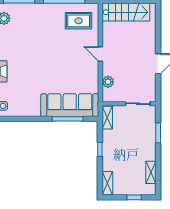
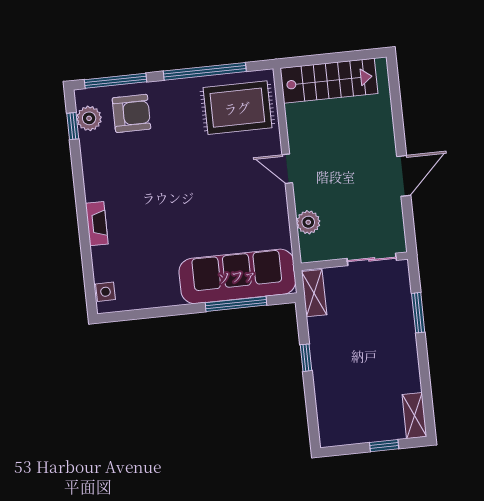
armchair: (25, 18) -> (131, 113), added
rug: (79, 21) -> (237, 108), width x1.36, depth x1.43
shelving: (151, 172) -> (414, 416), moved
shelving: (107, 183) -> (328, 423), removed

